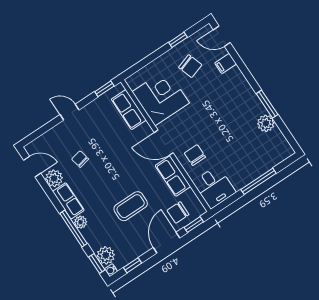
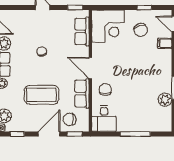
corner desk: (161, 97) -> (108, 26), moved, turned 90
chair: (80, 159) -> (42, 51), moved
coffee table: (131, 206) -> (42, 95), width x1.36, depth x1.32

